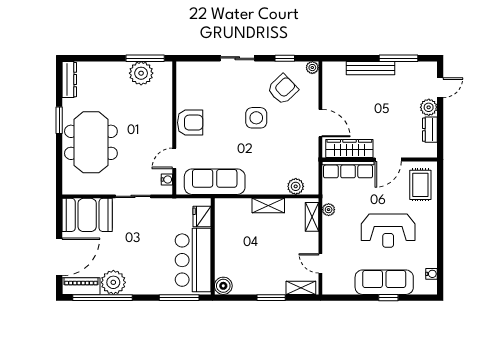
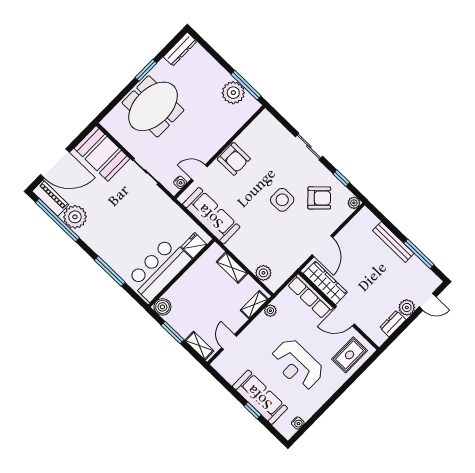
fridge: (202, 217) -> (194, 245), moved
wall: (213, 246) -> (181, 273), moved
bar counter: (193, 260) -> (159, 269), moved
boiler: (223, 286) -> (162, 307), moved

